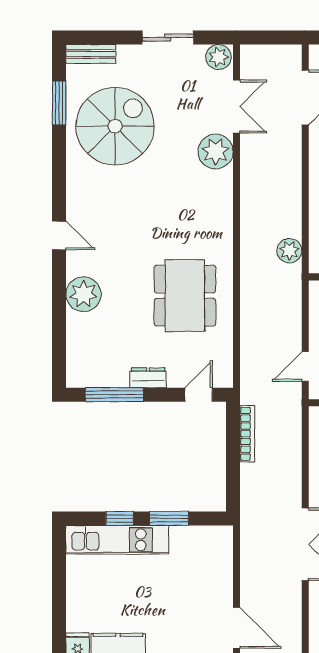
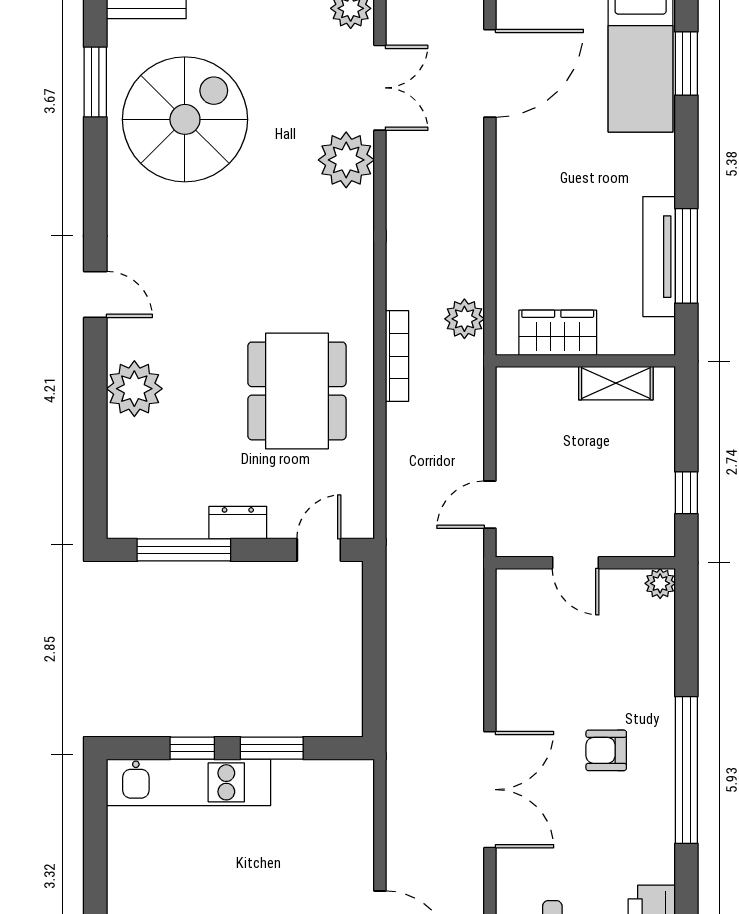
bookcase: (247, 434) -> (397, 356), moved

